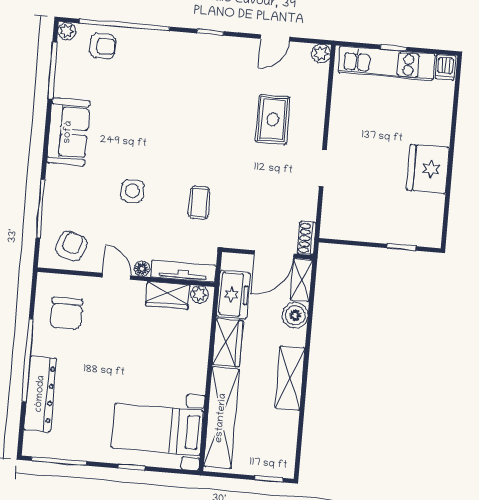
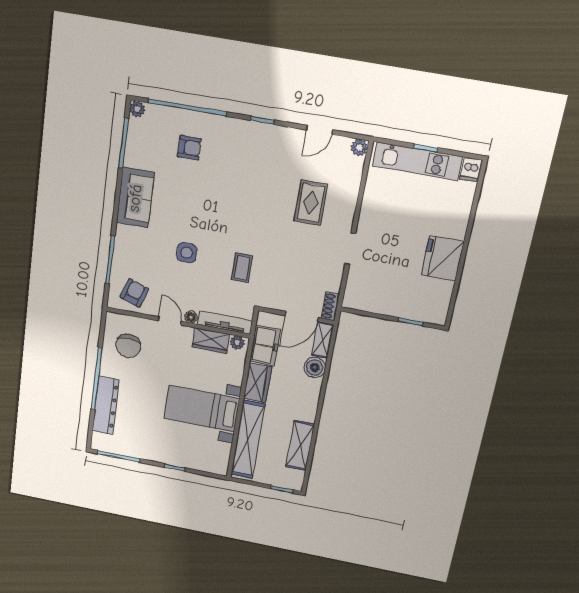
armchair: (103, 46) -> (189, 148), moved
shelving: (290, 378) -> (300, 446), moved
bed with nightstands: (157, 429) -> (202, 409), moved

